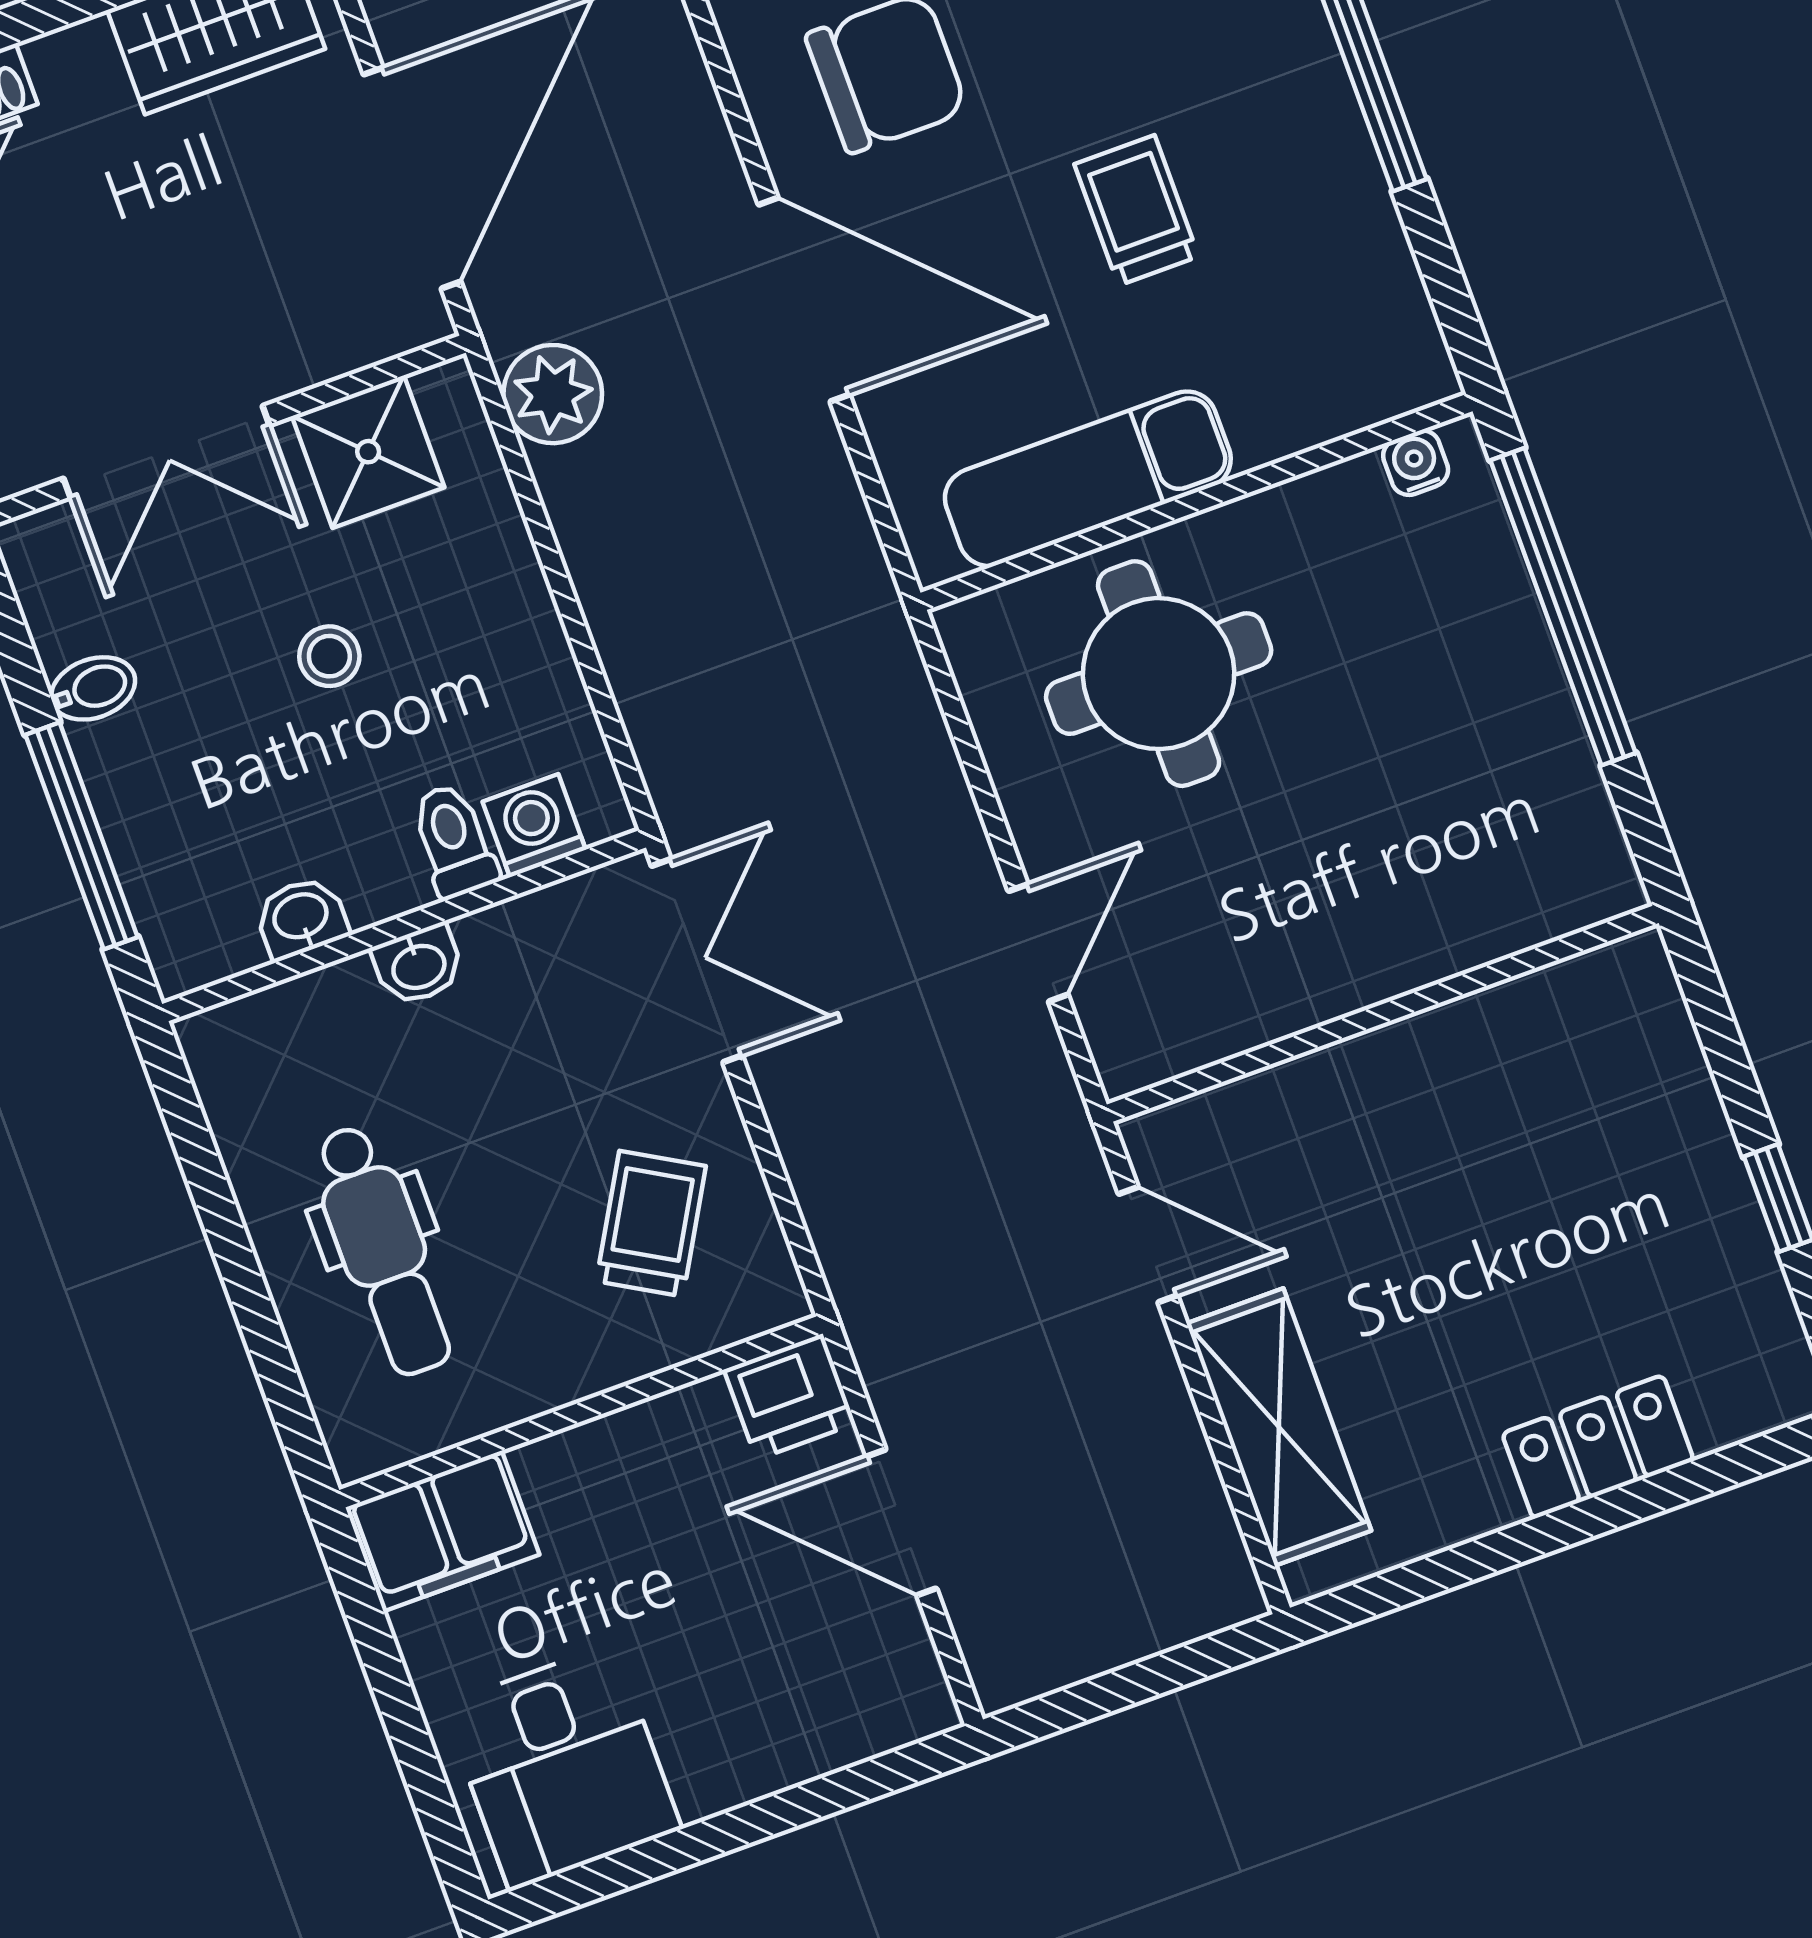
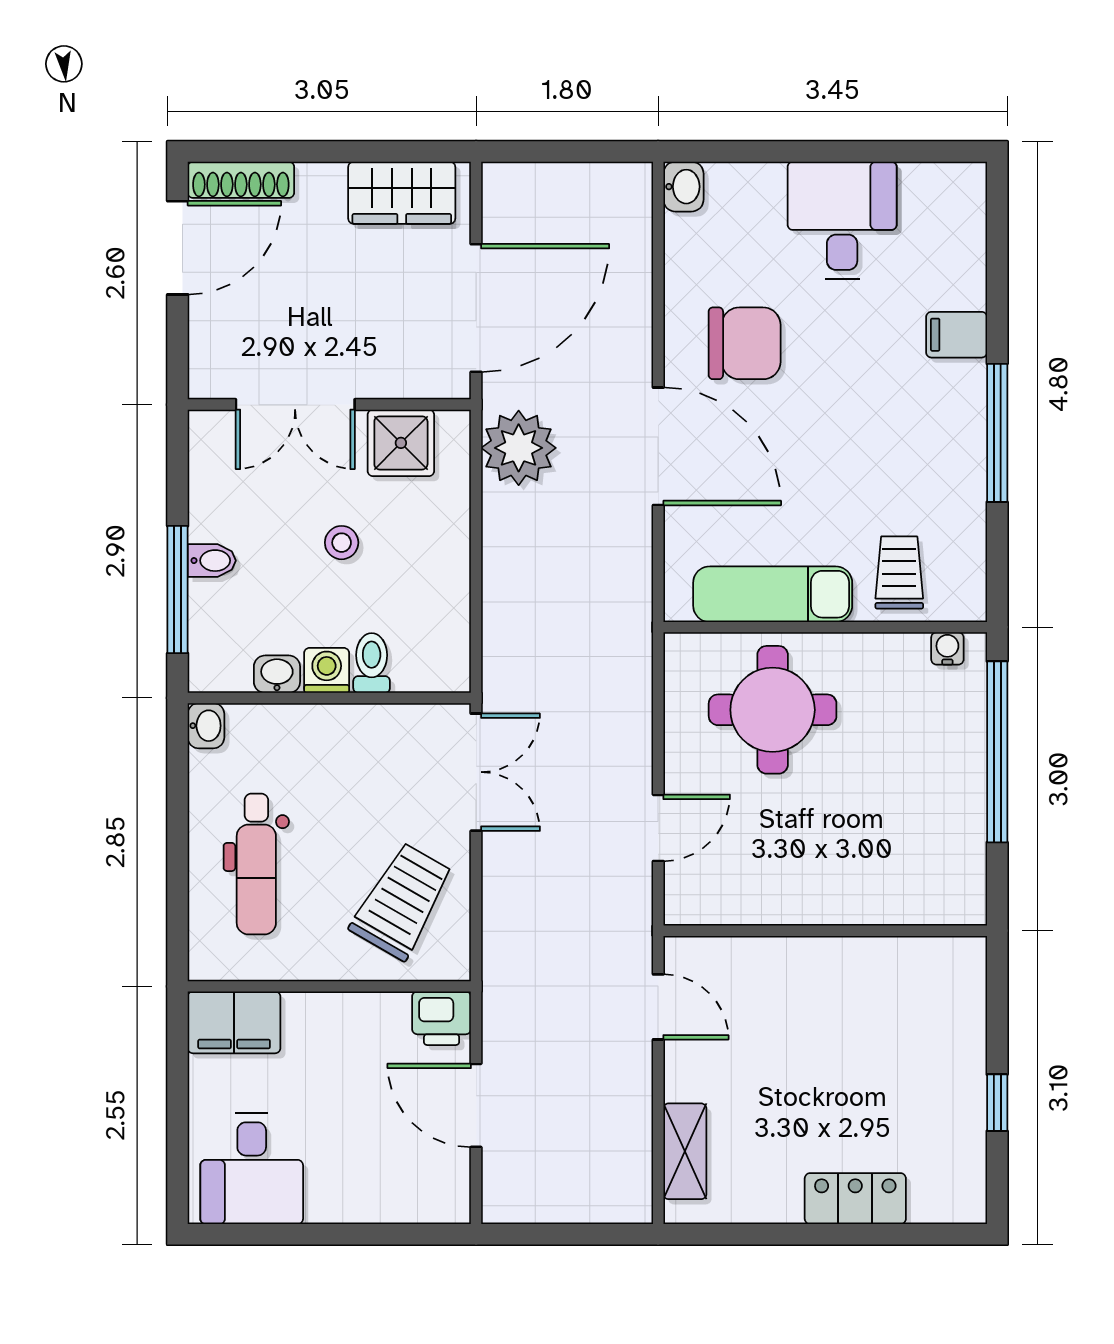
trolley: (1137, 210) -> (899, 573), moved
plant: (553, 394) -> (519, 448), width x1.36, depth x1.36
bidet: (93, 688) -> (212, 561), moved
washing machine: (534, 826) -> (327, 670), moved
washbasin: (418, 965) -> (206, 726), moved, turned -90
trolley: (651, 1224) -> (402, 901), width x1.36, depth x1.39
shelving: (1279, 1427) -> (685, 1151), width x0.67, depth x0.75

